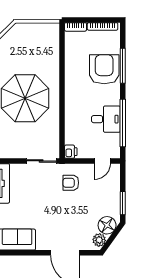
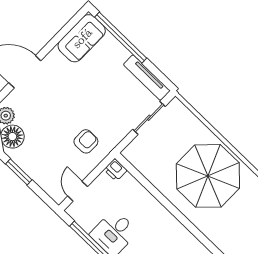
sliding door: (41, 161) -> (149, 118), moved

